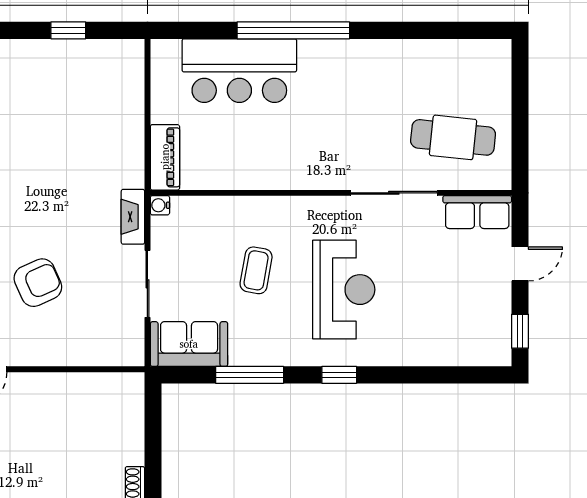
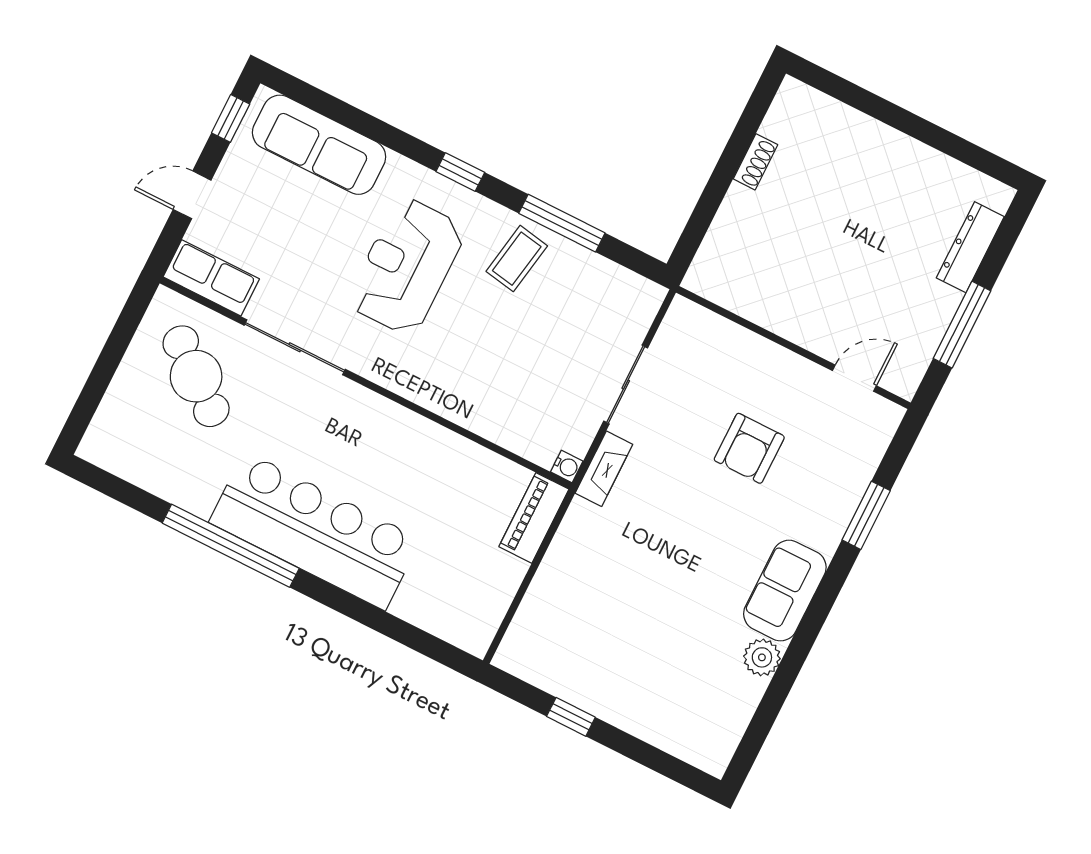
window: (293, 30) -> (231, 546), moved
bar counter: (239, 71) -> (315, 531), moved, width x1.36
cafe table: (453, 137) -> (196, 376), turned 33
coffee table: (256, 270) -> (517, 259), moved
armchair: (38, 283) -> (749, 448), turned -66
sofa: (189, 344) -> (319, 145), moved, width x1.36

